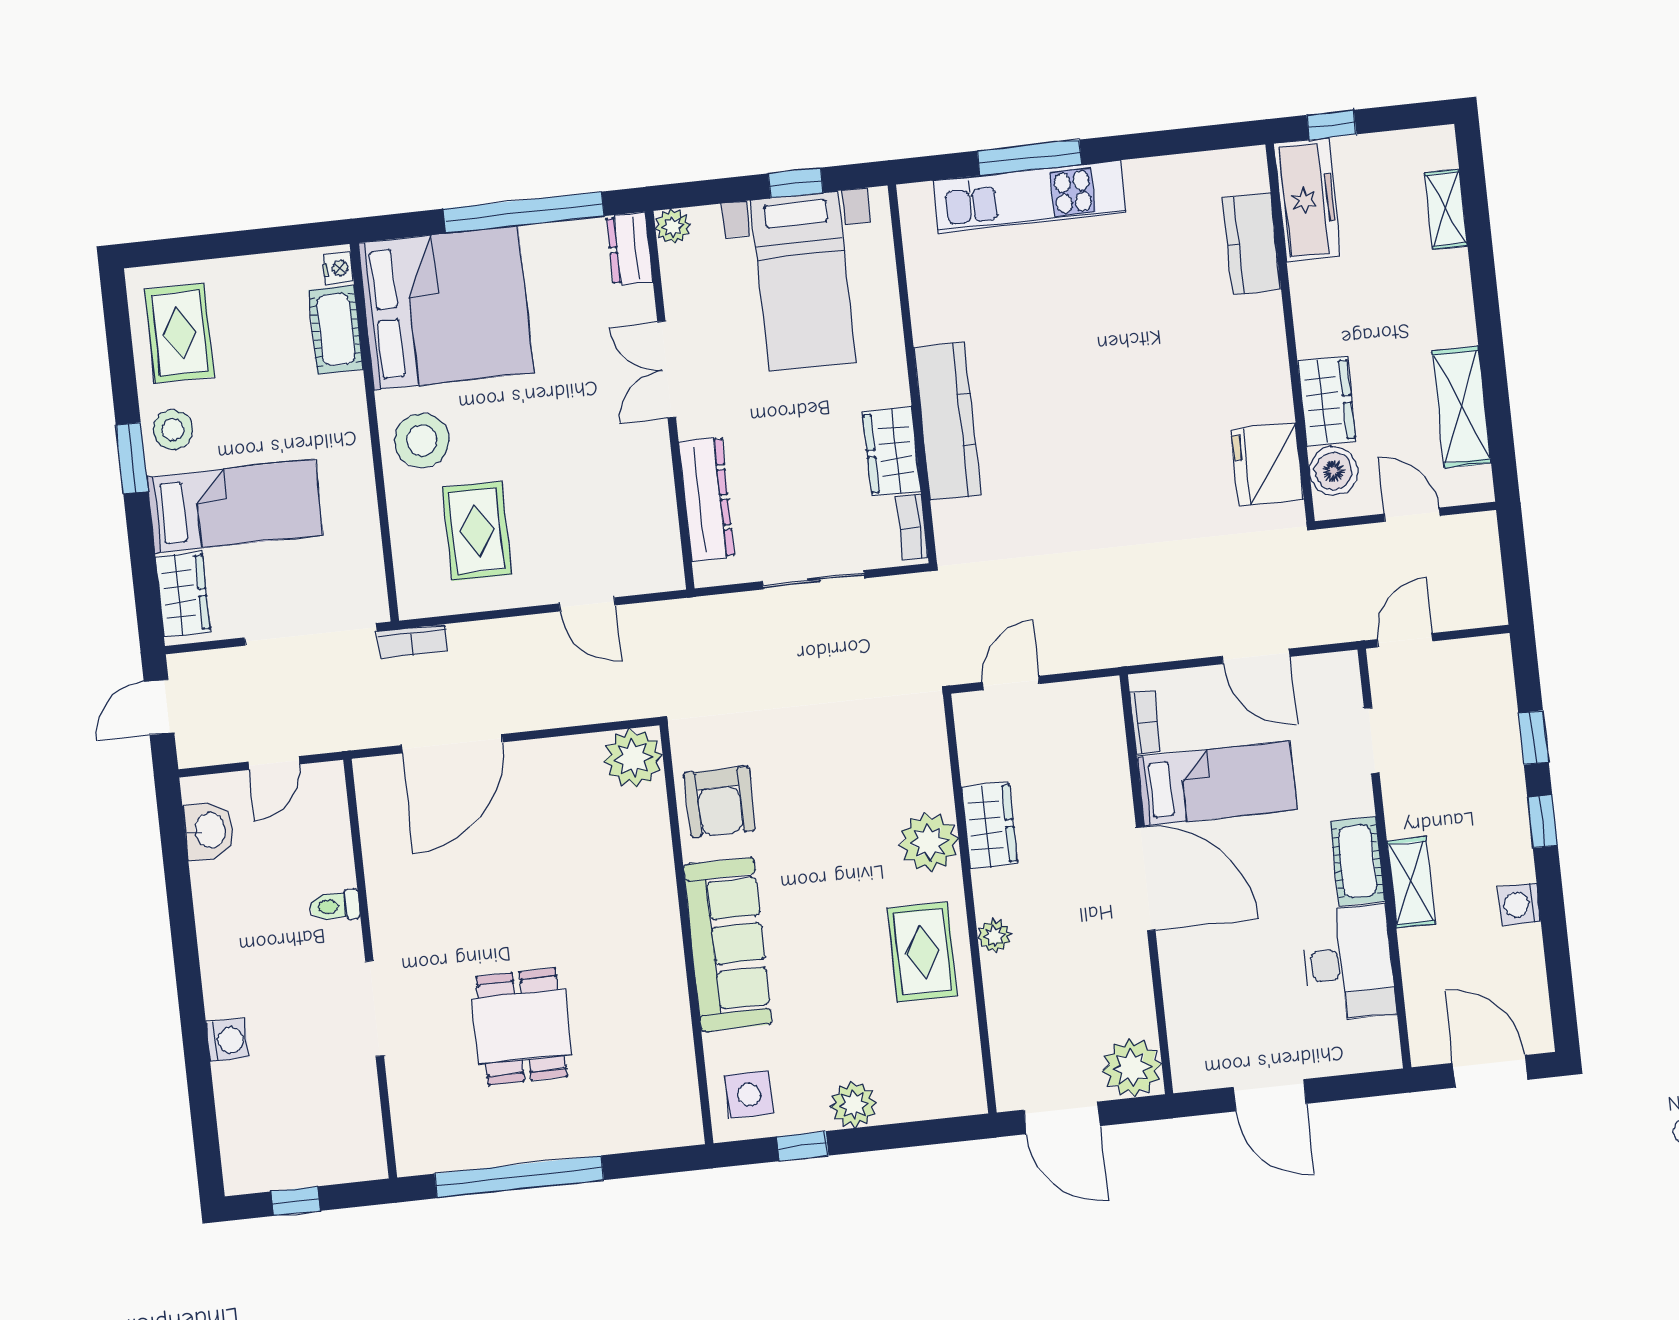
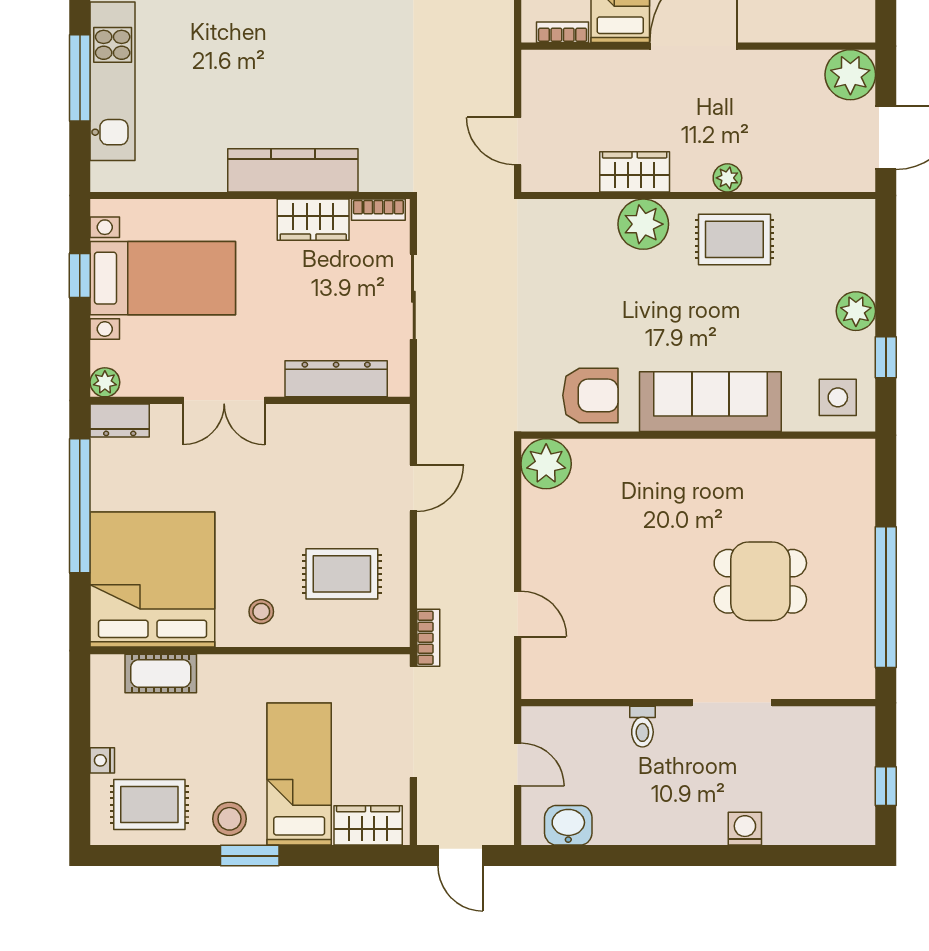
nightstand: (338, 268) -> (102, 760), moved, turned -90
stool: (422, 440) -> (261, 612), width x0.53, depth x0.53
door: (452, 744) -> (518, 614), width x0.53

